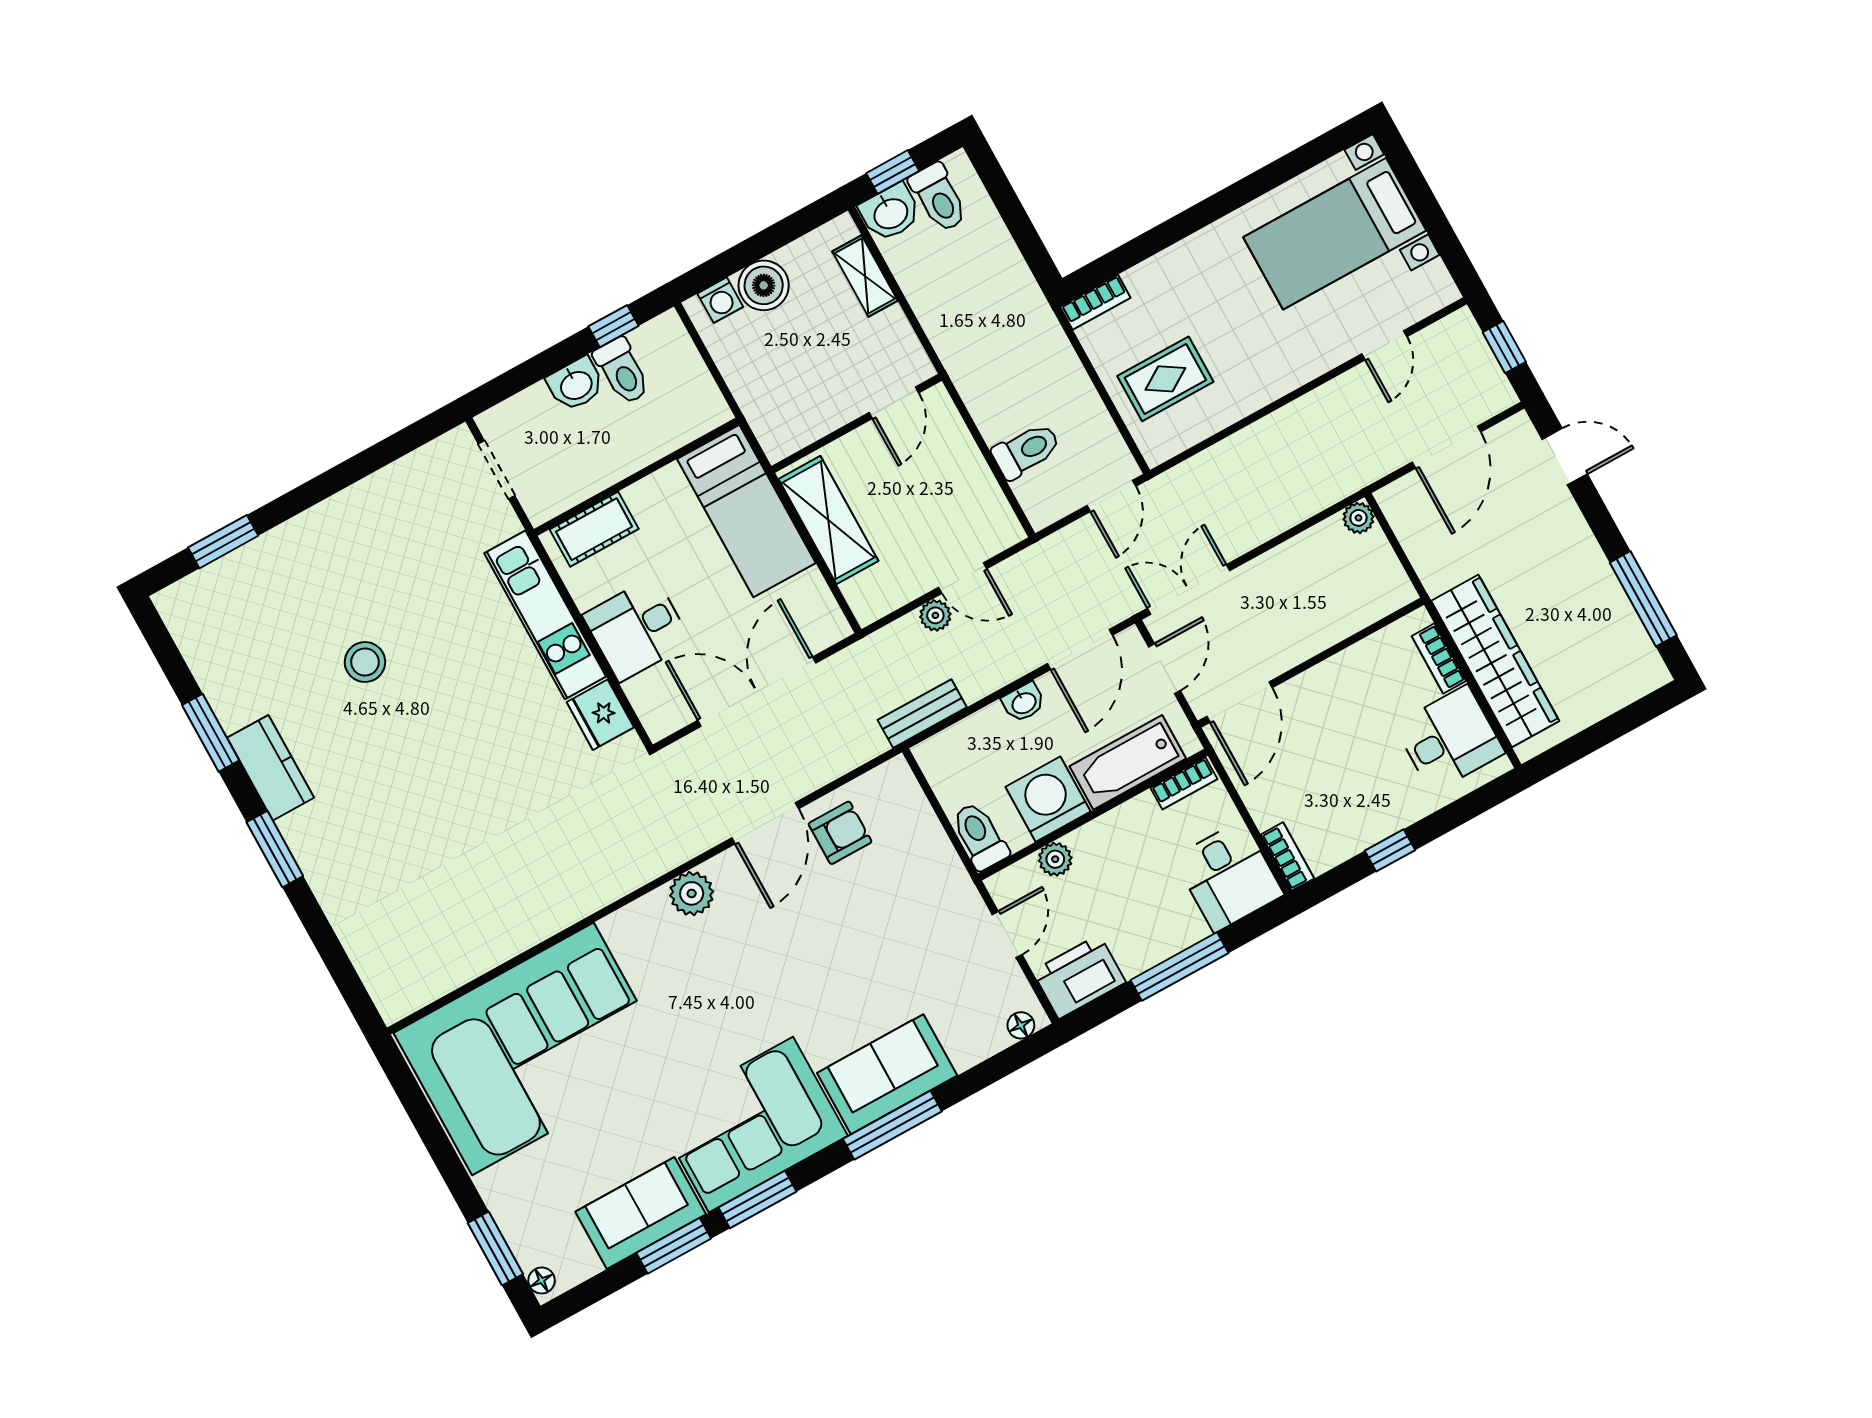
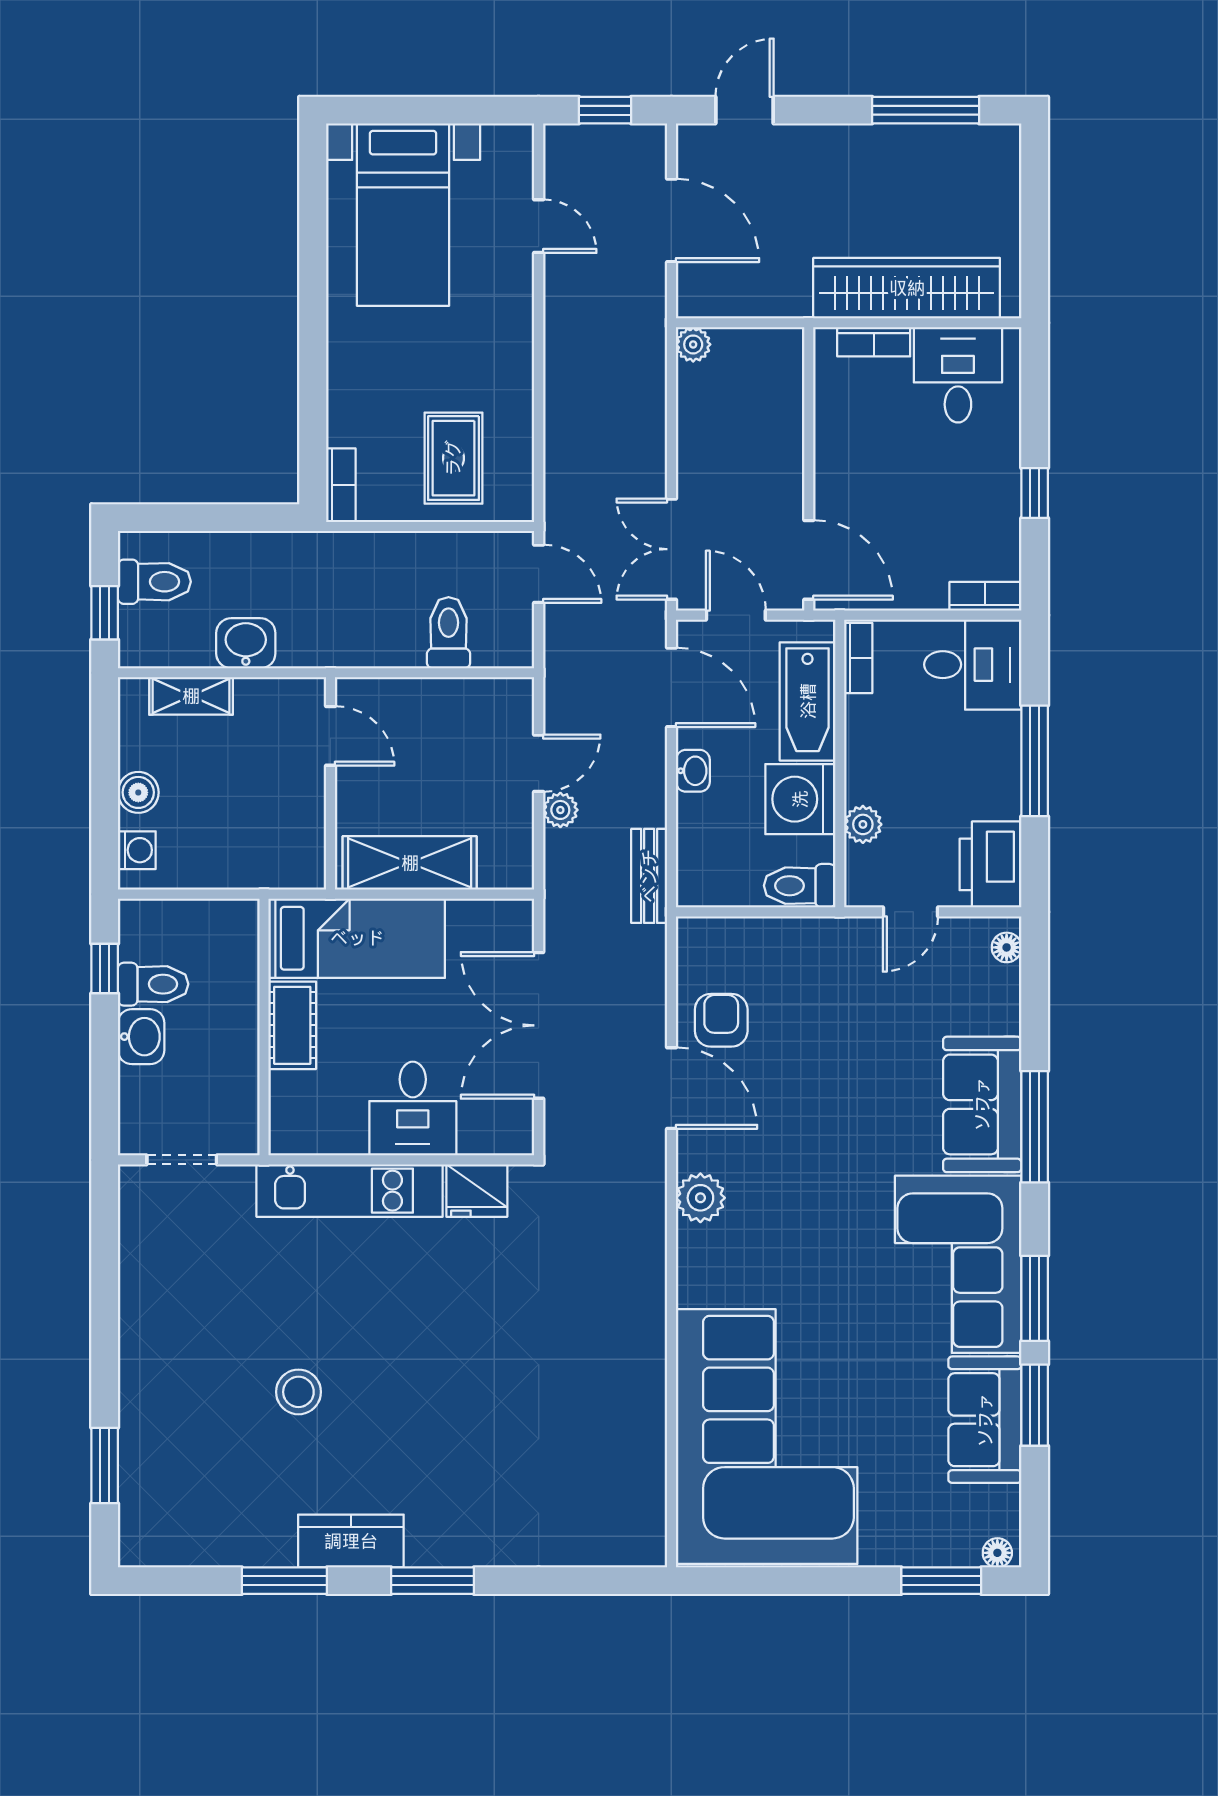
washbasin: (890, 213) -> (246, 643), moved, turned -90
boiler: (764, 285) -> (138, 792), width x0.73, depth x0.73
cot: (594, 529) -> (292, 1025), moved
door: (1007, 934) -> (911, 912), swing flipped

